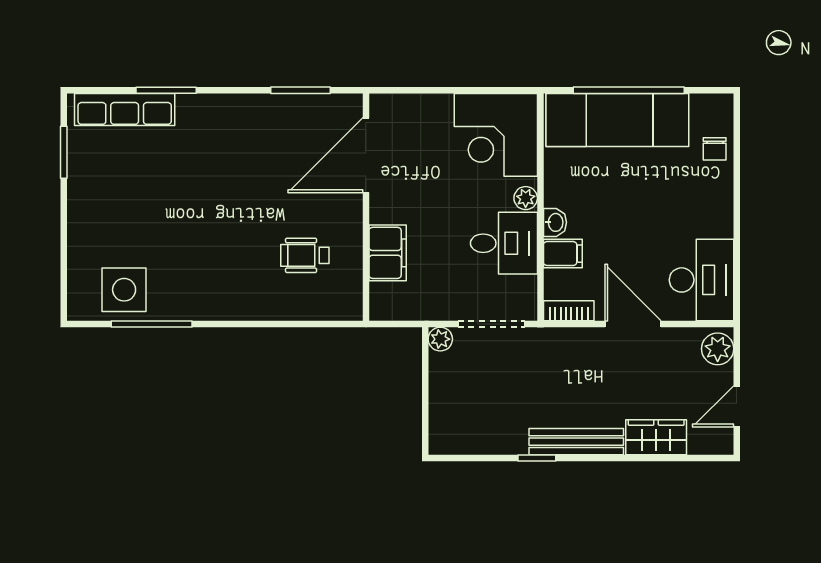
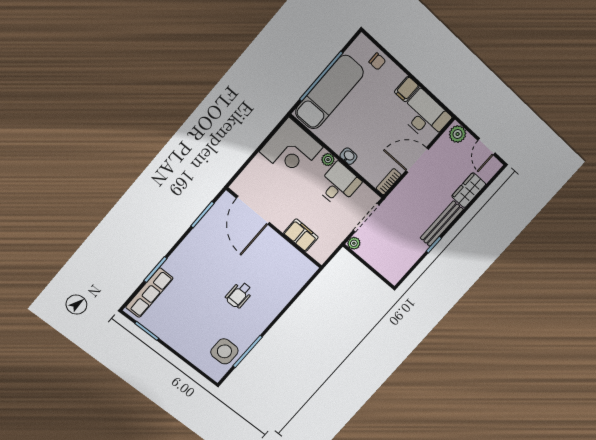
filing cabinet: (563, 254) -> (407, 89), moved, turned 180
wheelchair: (305, 255) -> (239, 295), moved

